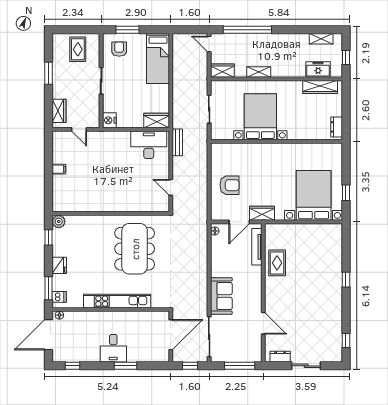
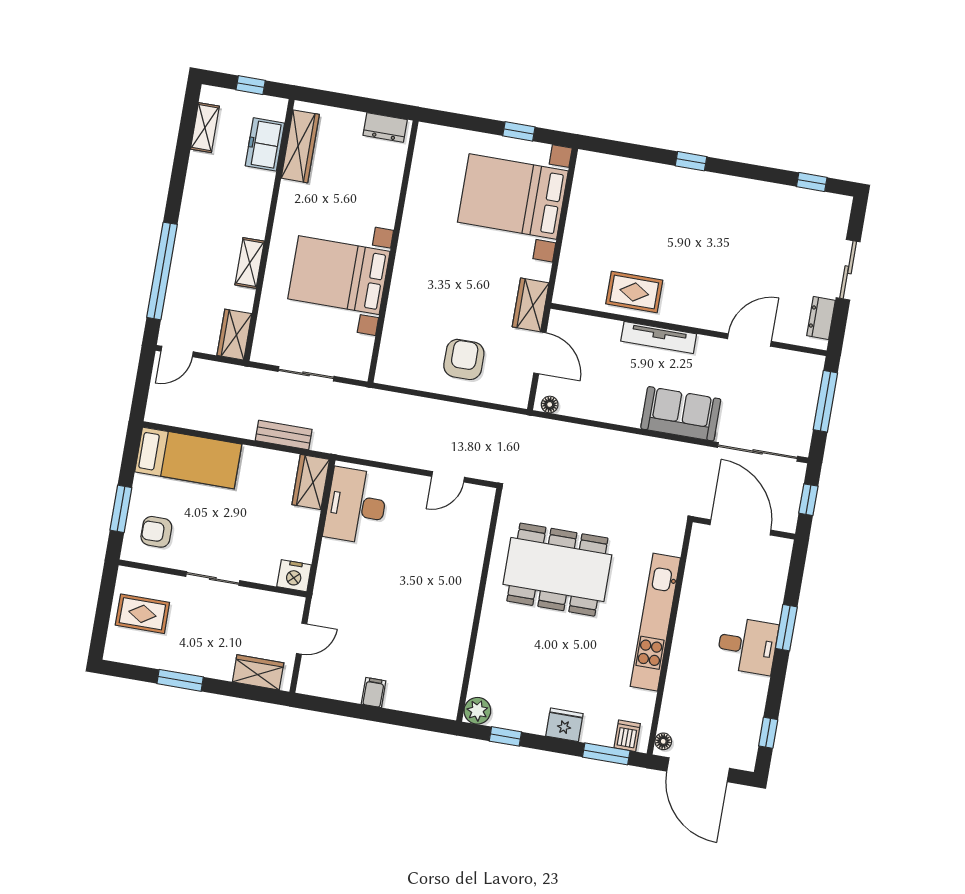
bench: (177, 142) -> (284, 435), moved
tv unit: (257, 247) -> (659, 337), moved

